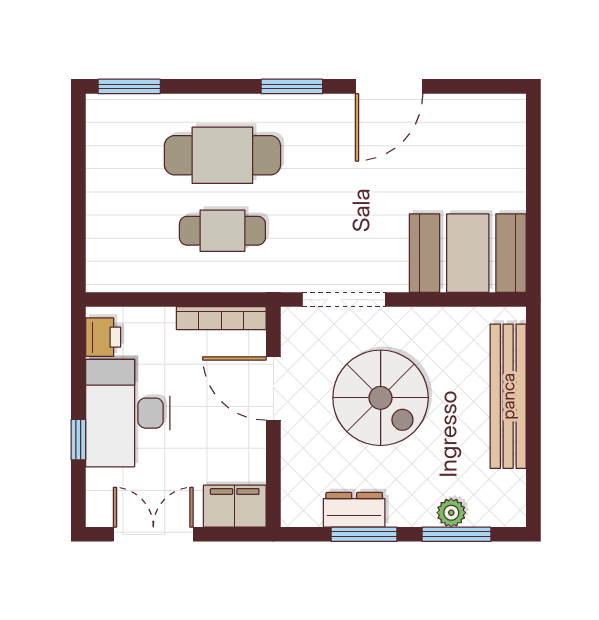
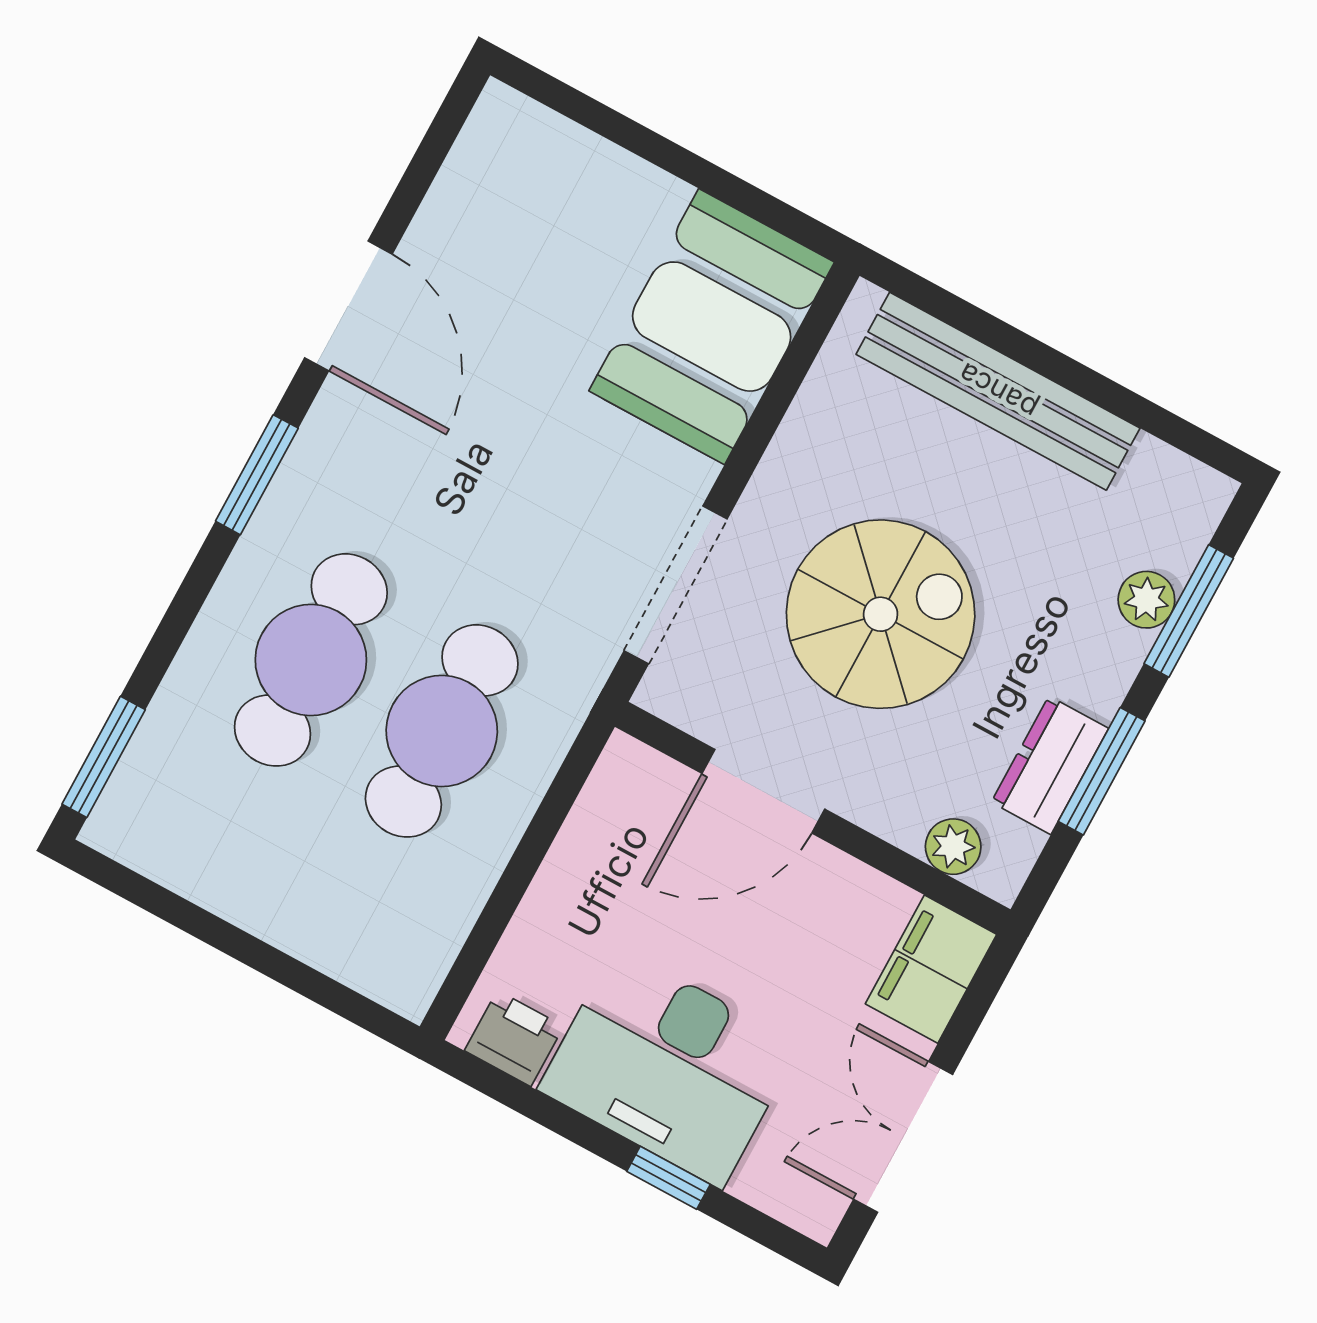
cafe table: (222, 231) -> (442, 731), width x1.37, depth x1.35
bookcase: (221, 318) -> (592, 815), removed
plant: (295, 486) -> (953, 847), added

